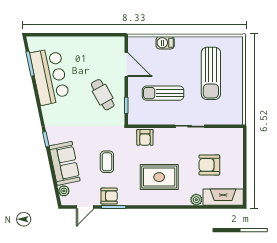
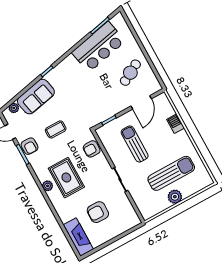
sun lounger: (211, 73) -> (171, 173), turned 180
plant: (235, 82) -> (175, 197), added
cafe table: (103, 95) -> (130, 73), moved
armchair: (209, 165) -> (98, 212), turned -89
plant: (196, 200) -> (48, 186), moved

